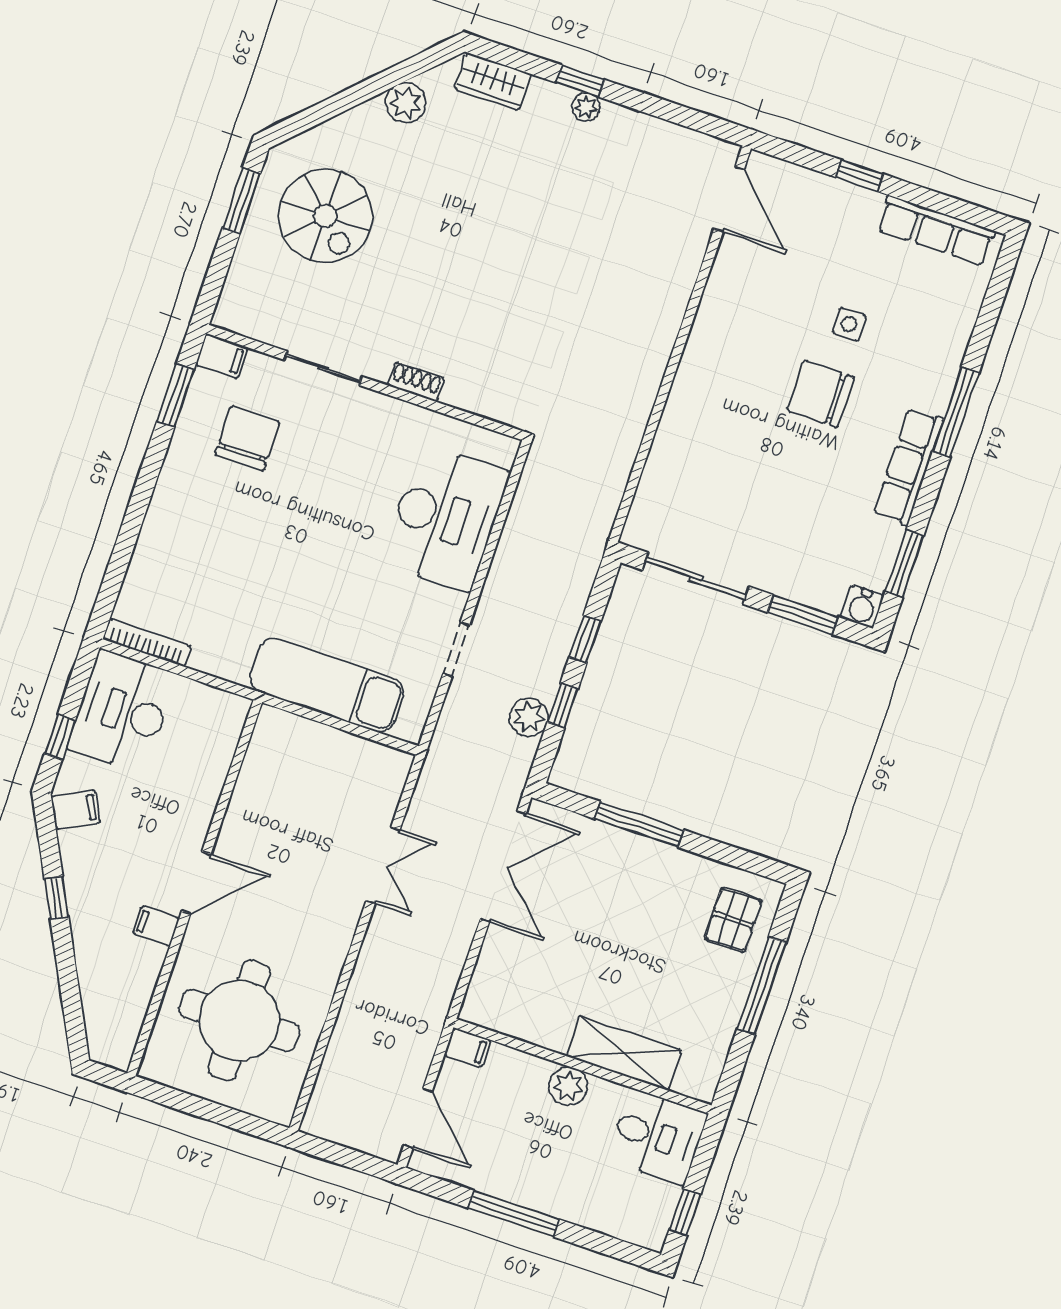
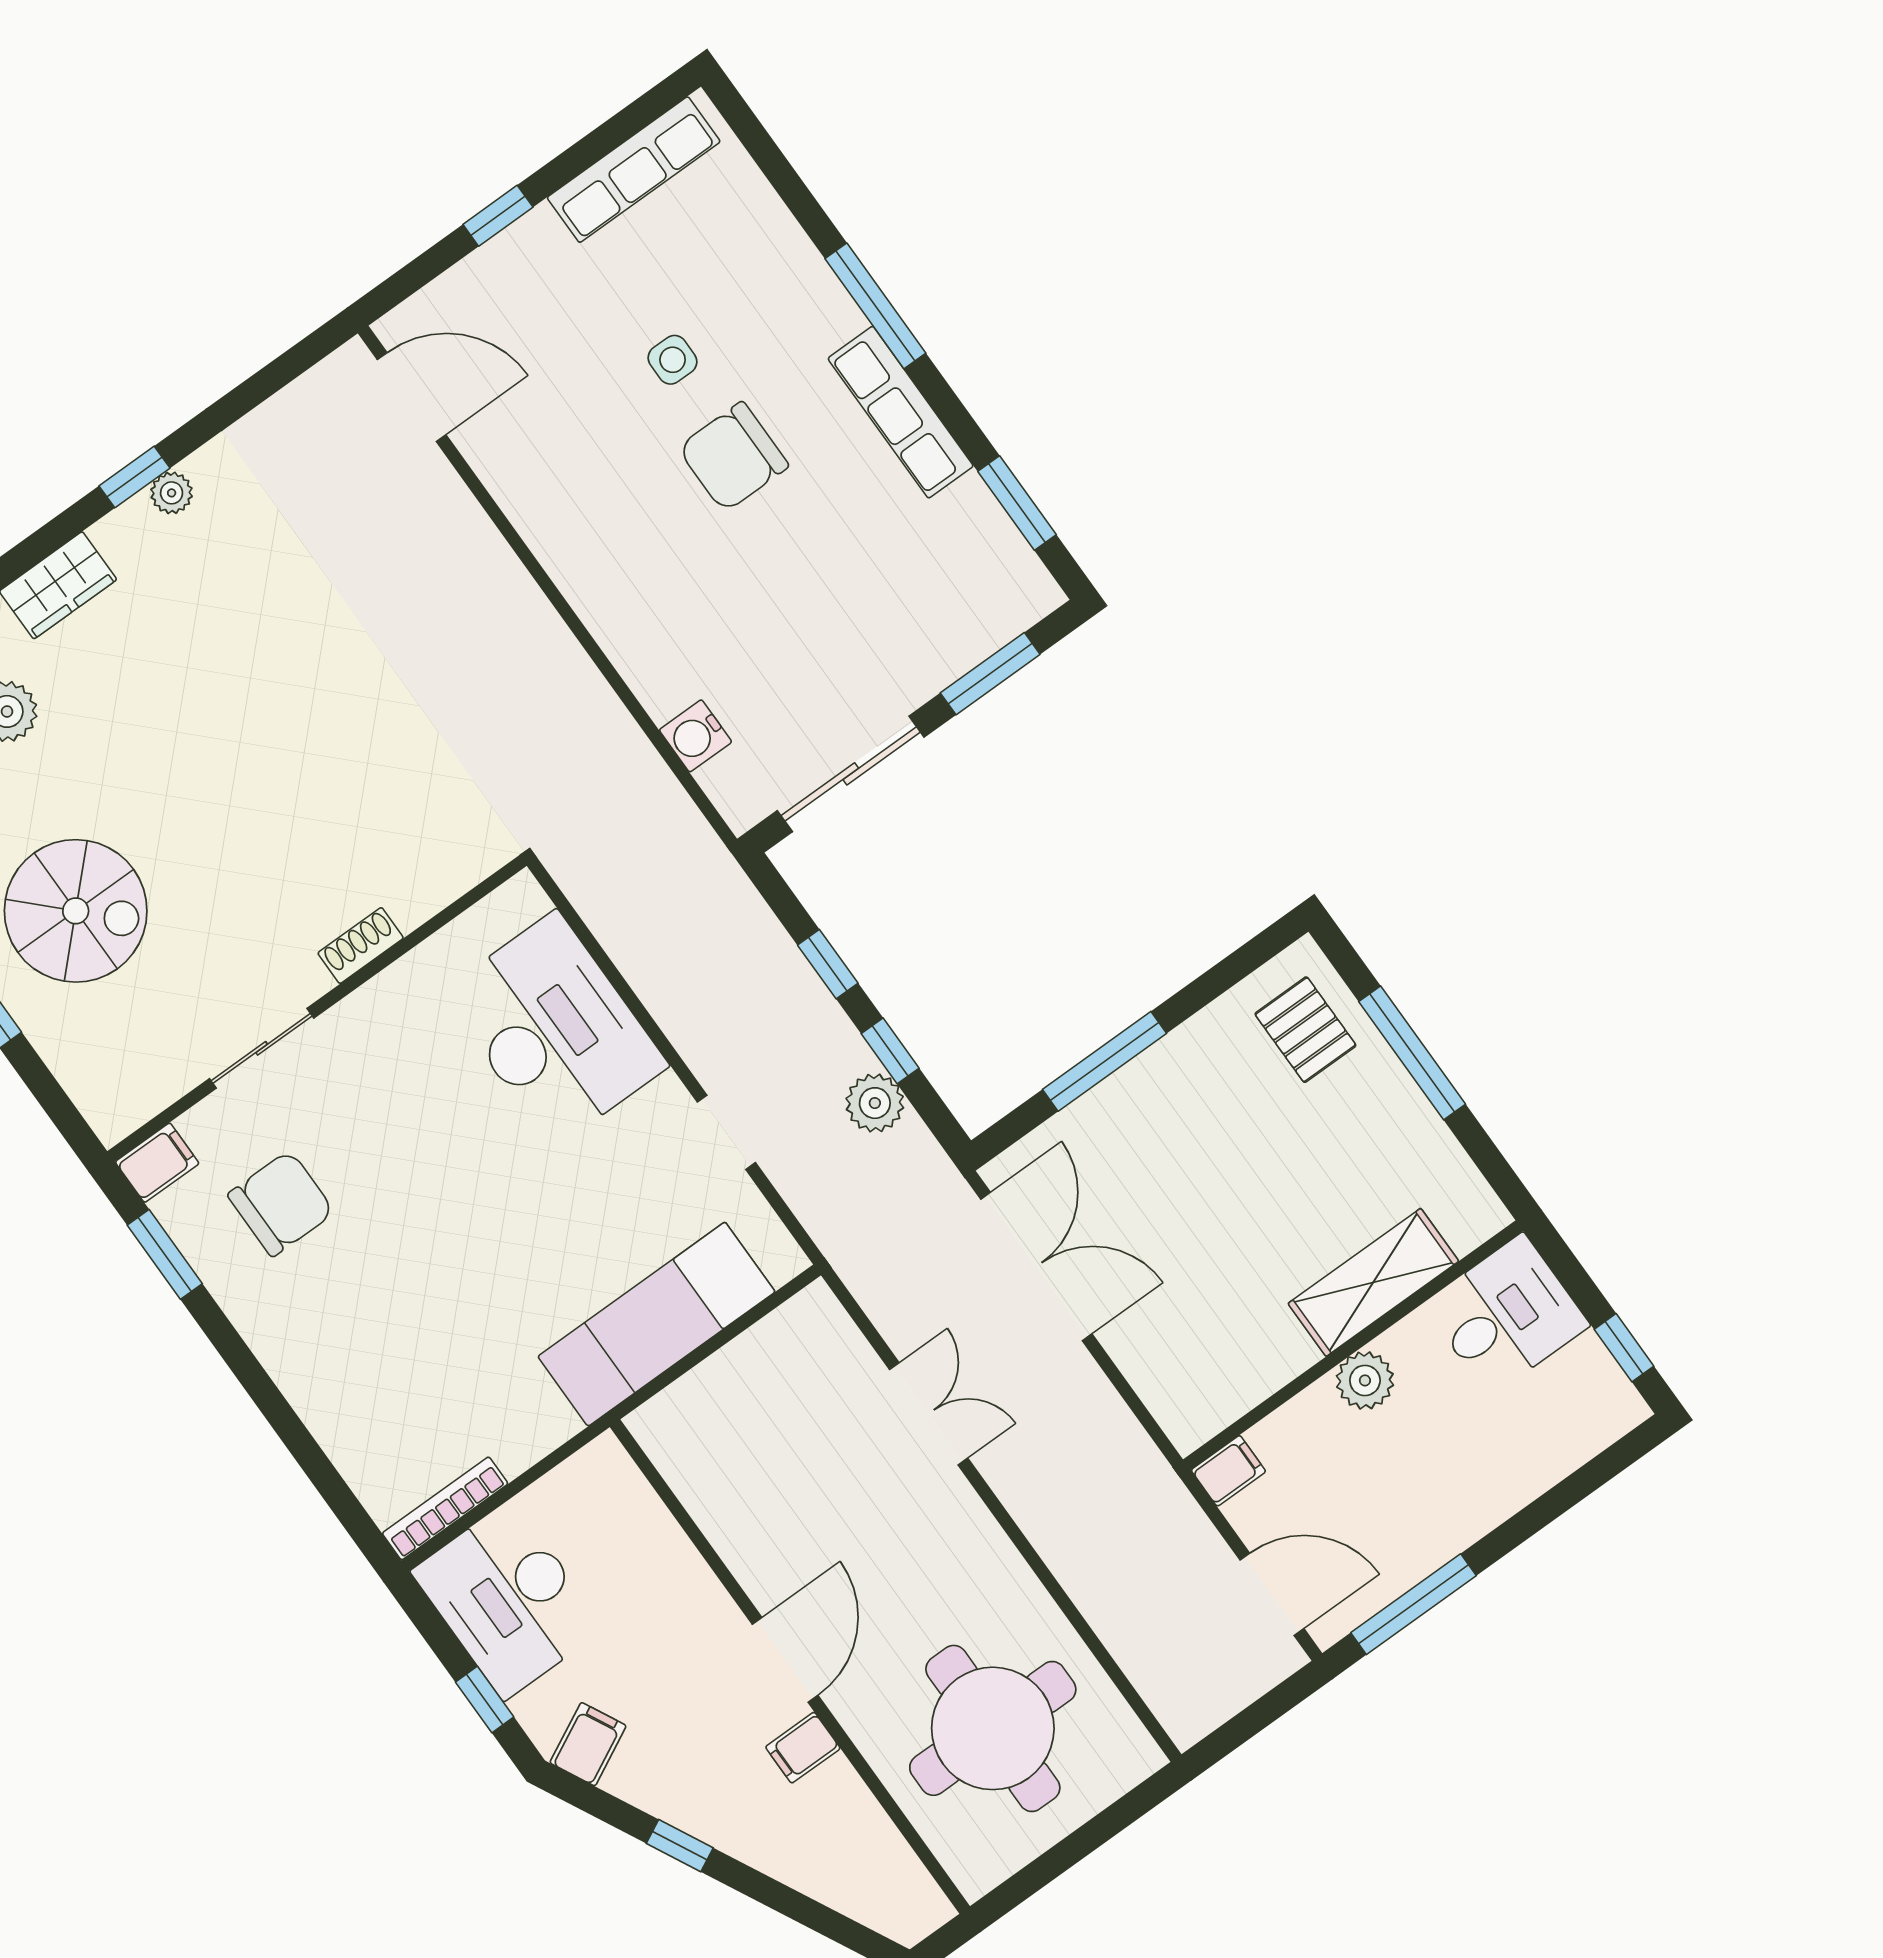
chair: (247, 438) -> (281, 1203), turned 90
water cooler: (862, 607) -> (696, 736), moved, turned 90
window: (513, 1214) -> (1414, 1604), moved

